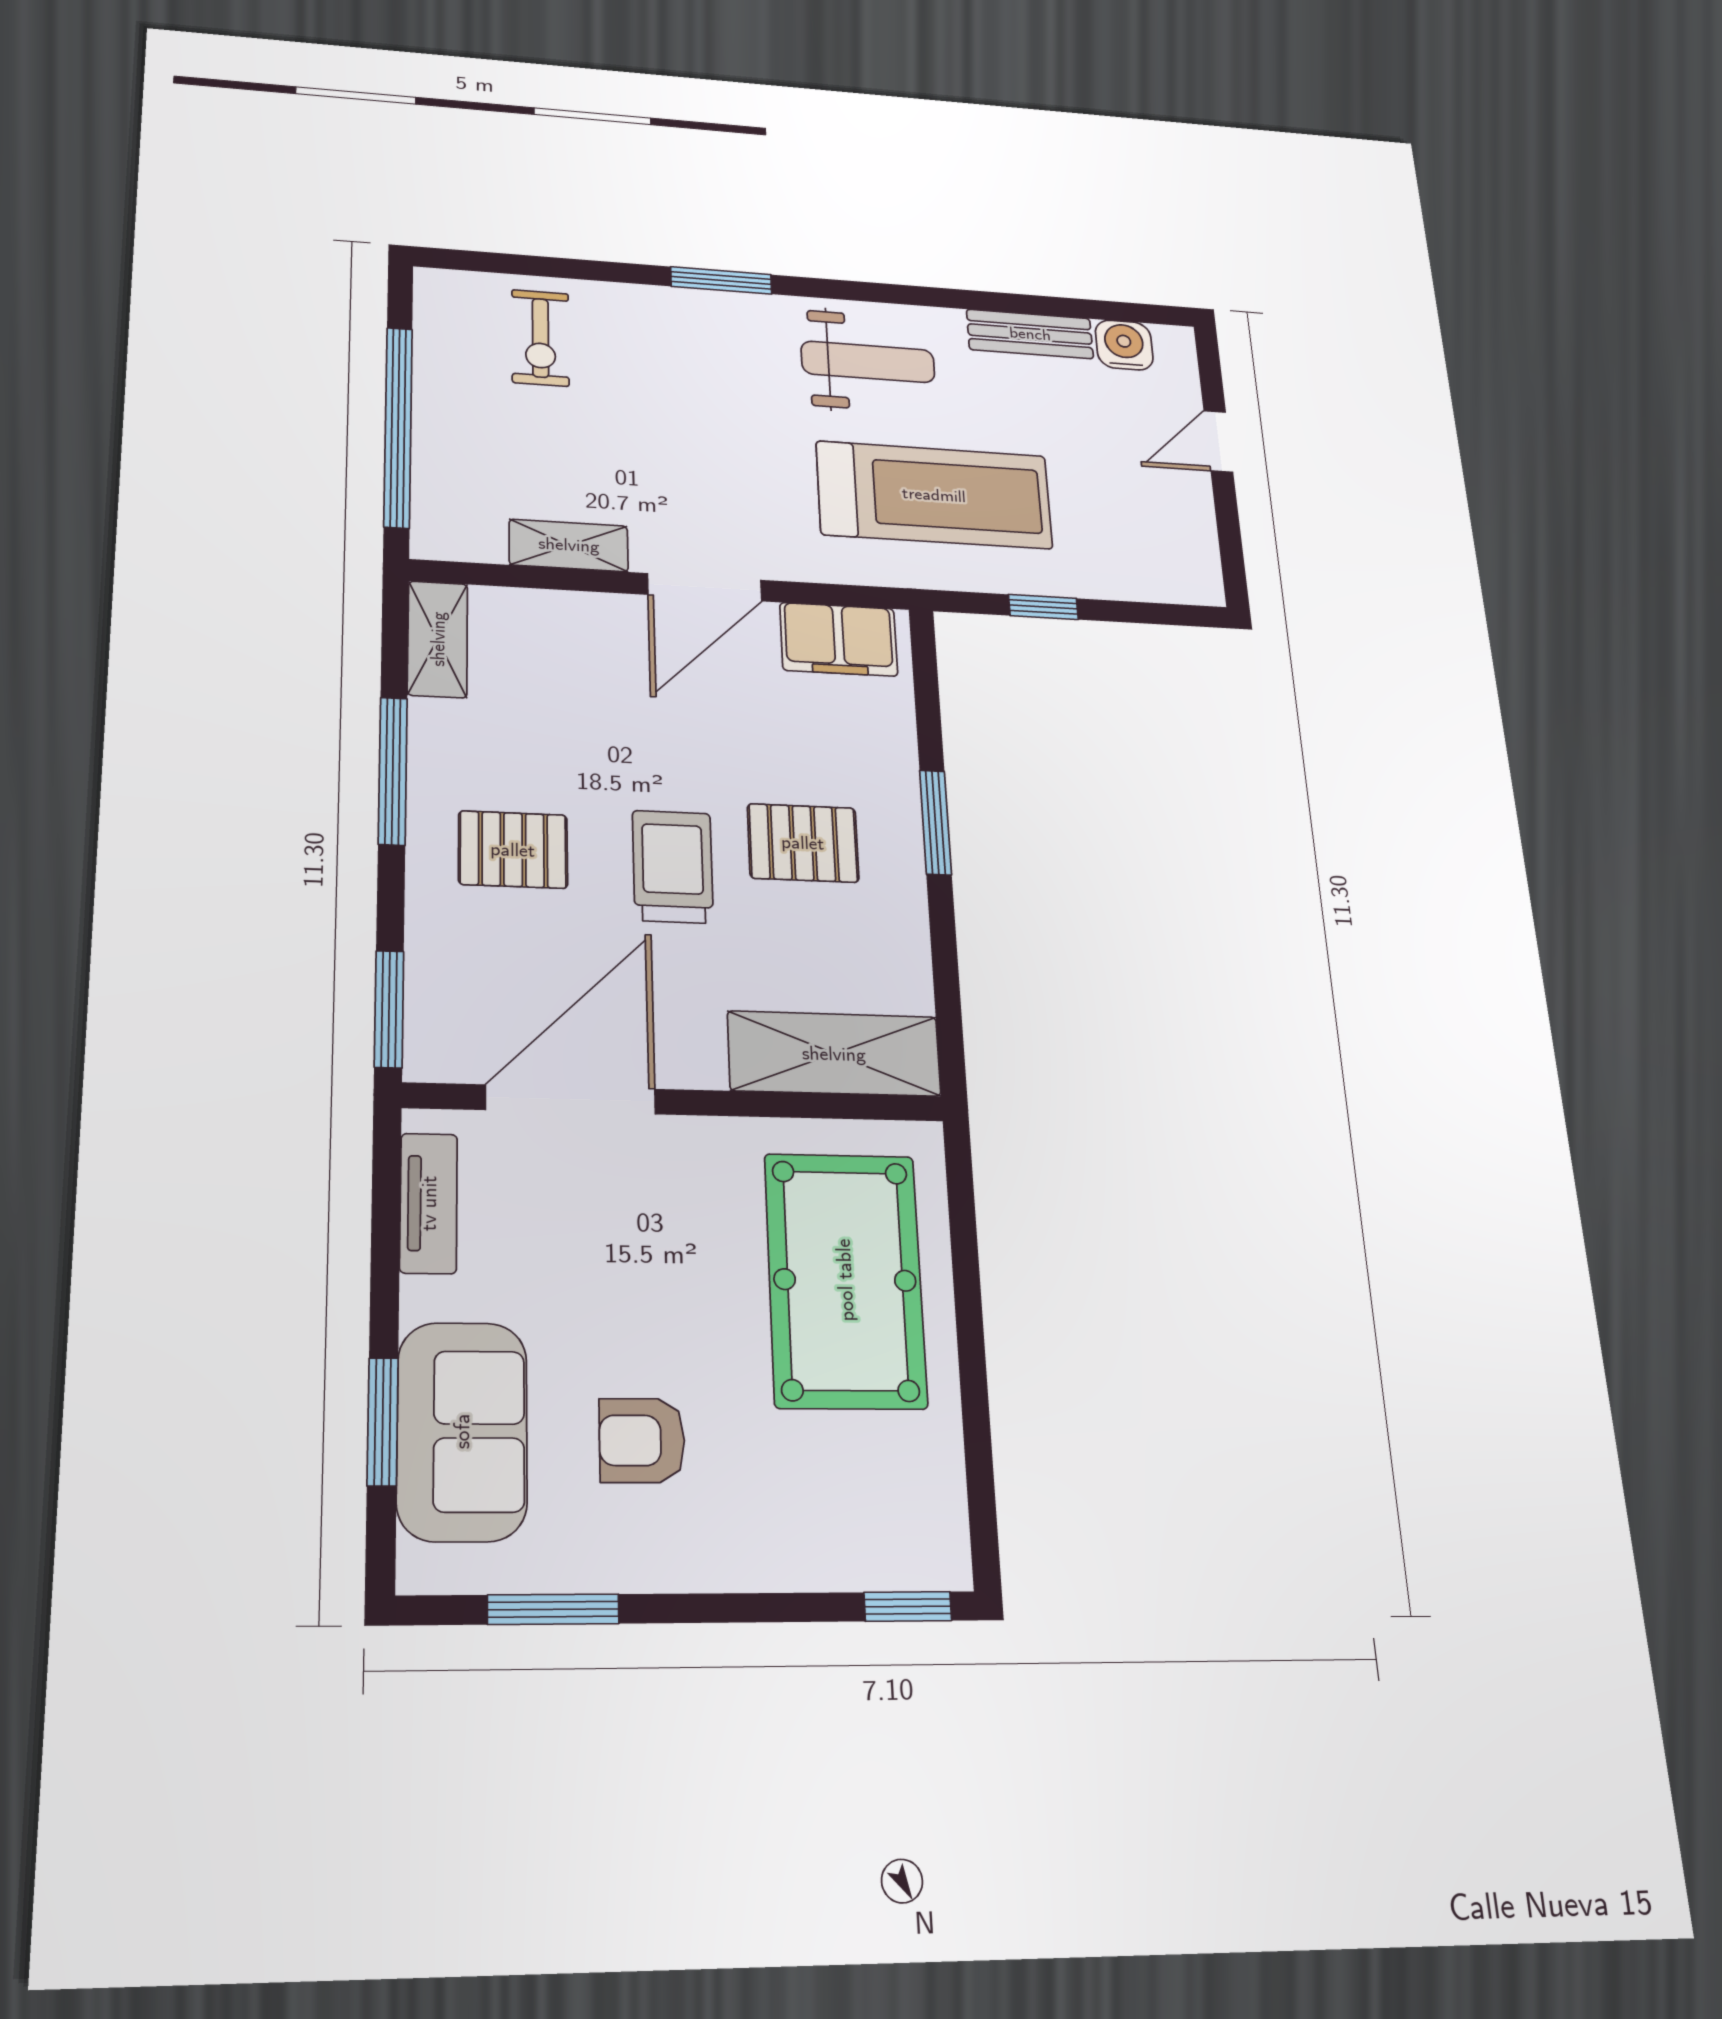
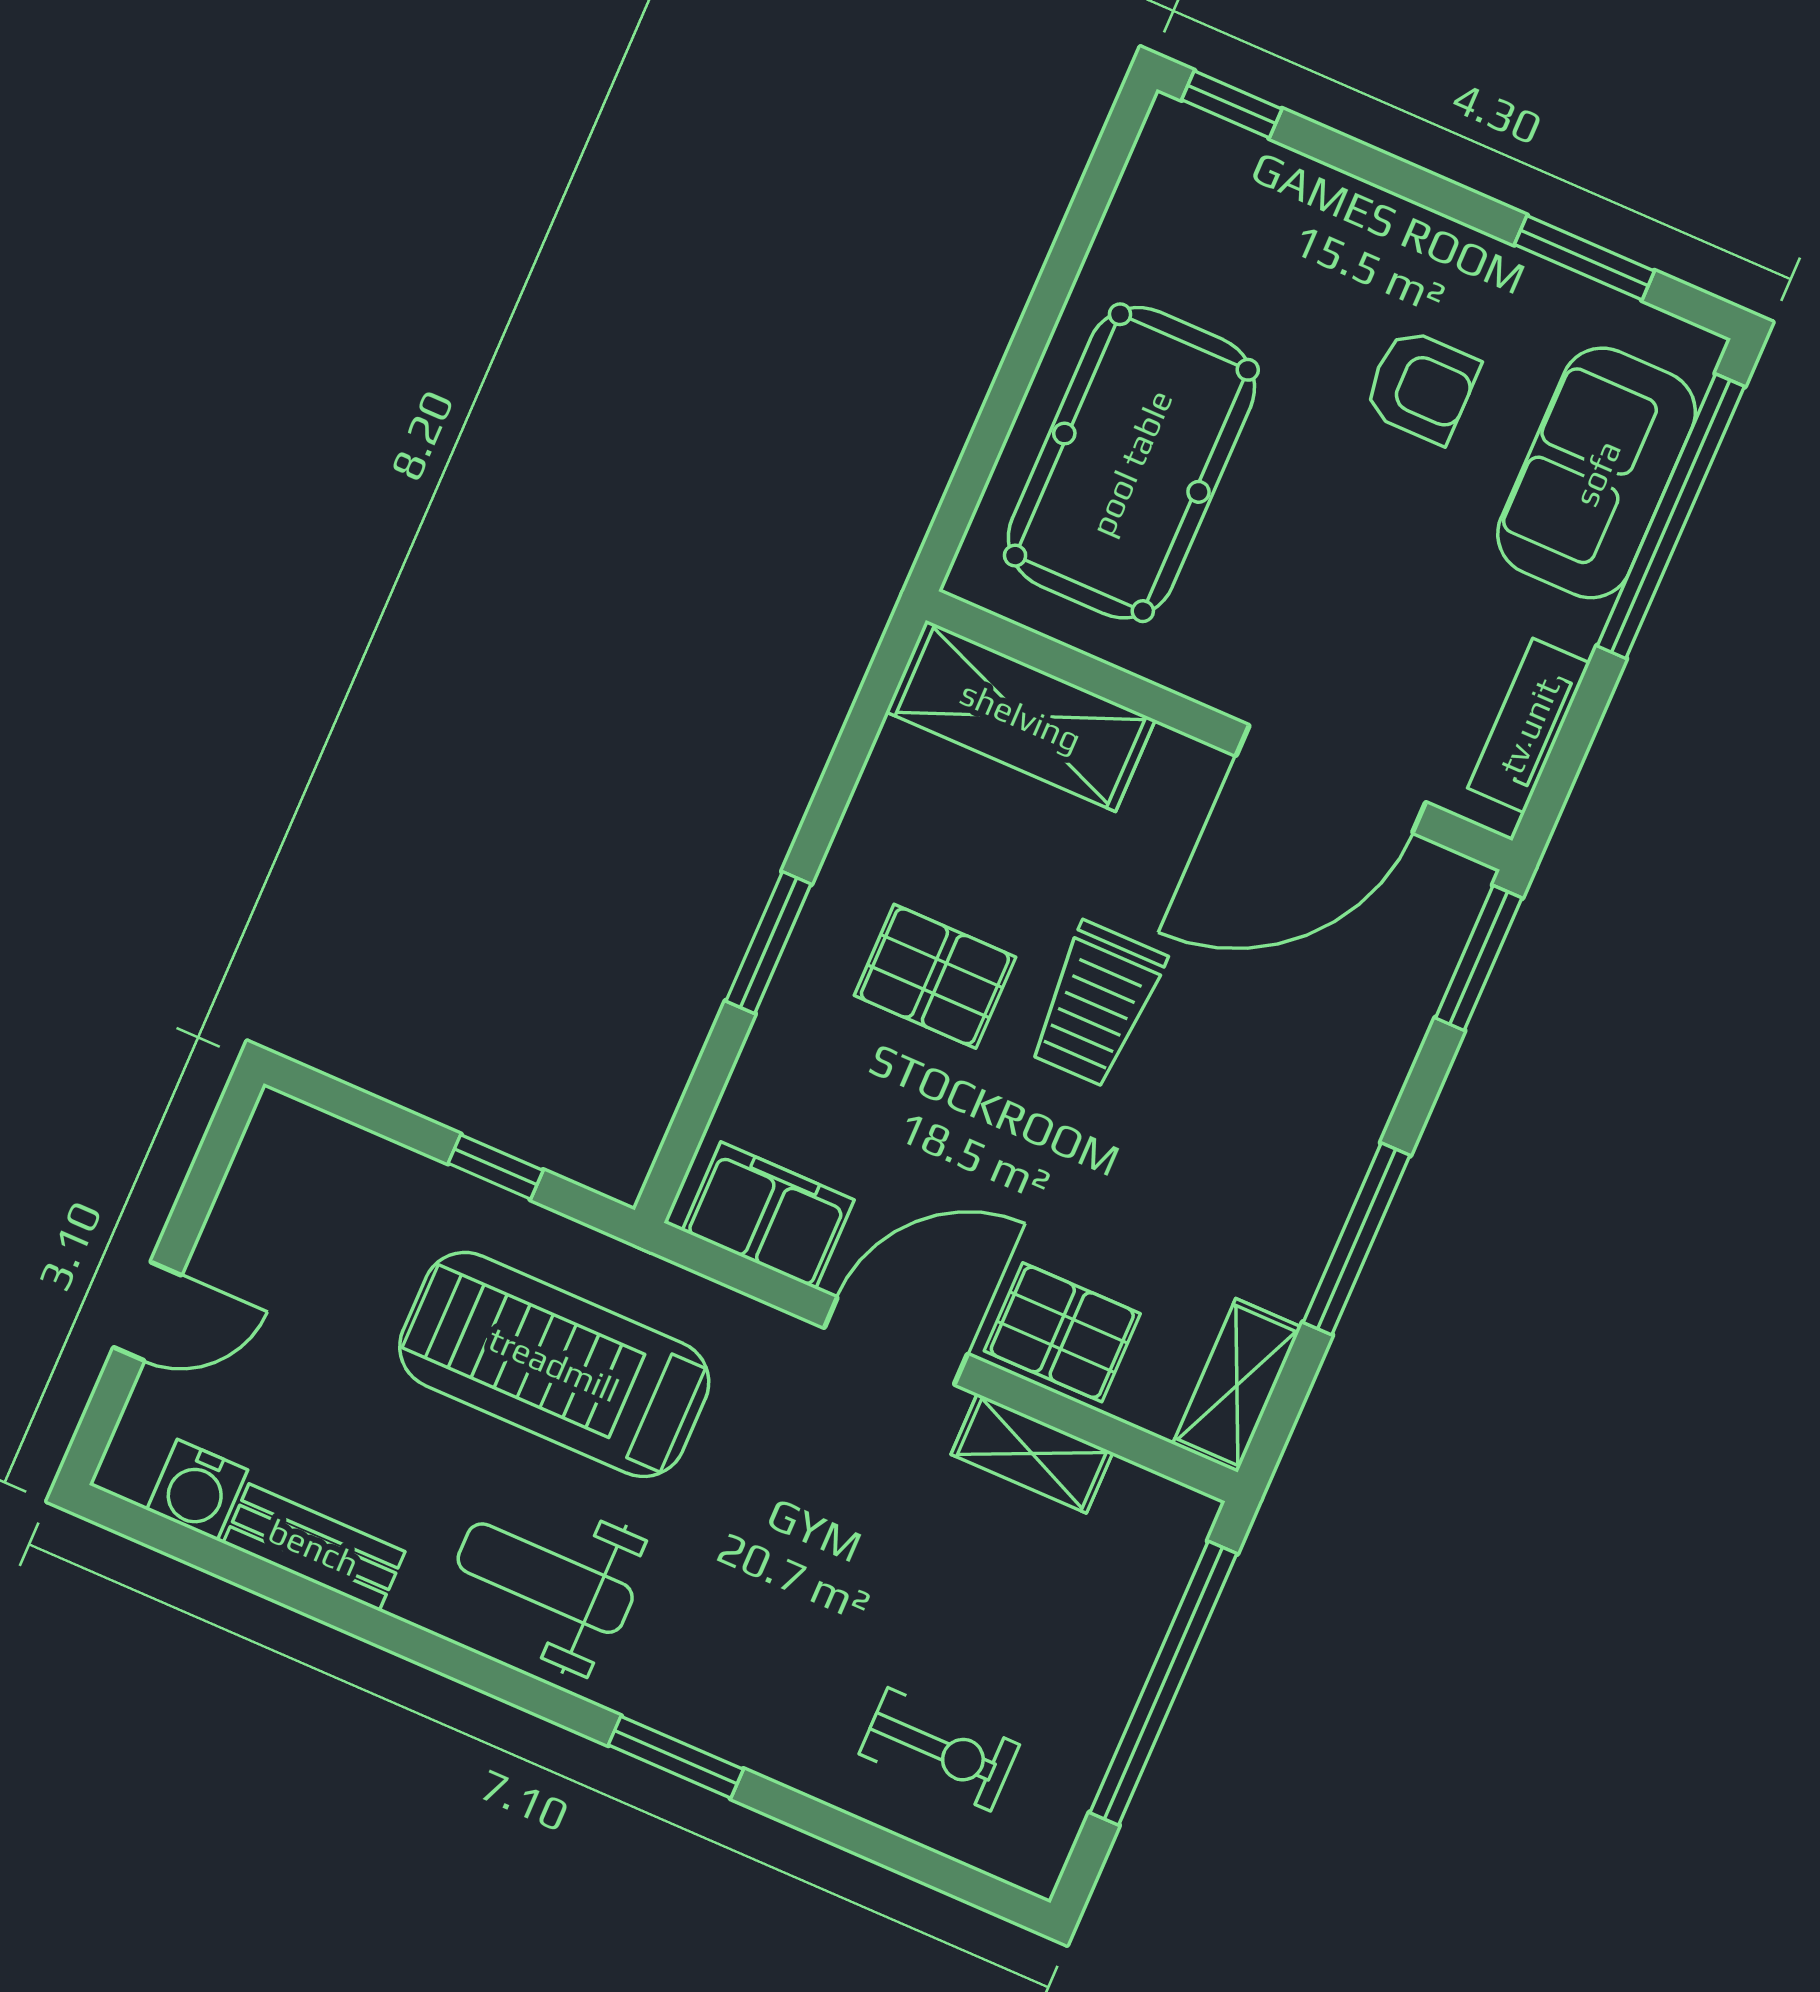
exercise bike: (540, 338) -> (939, 1749), turned 90
pallet: (513, 850) -> (1062, 1332), moved
window: (383, 1422) -> (1671, 516), width x2.11

